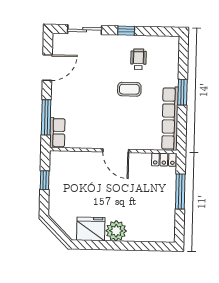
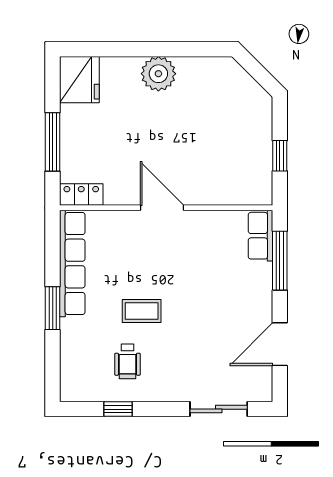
window: (126, 31) -> (118, 409), moved
fridge: (91, 229) -> (79, 80), moved, turned -90

